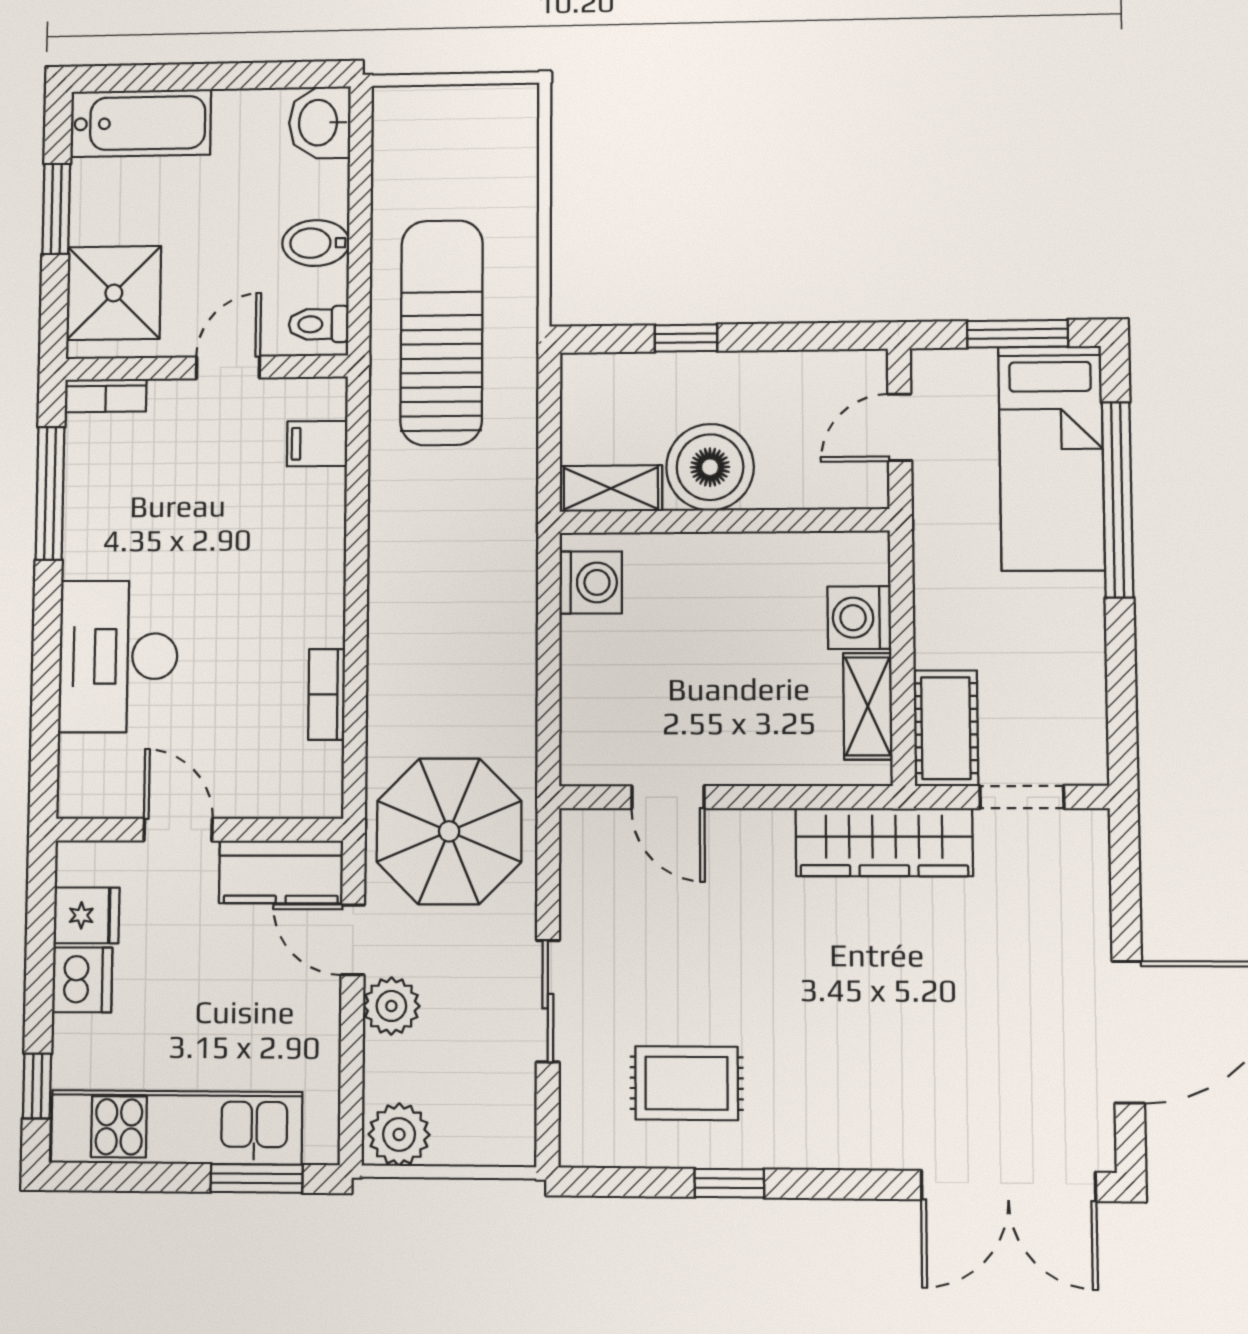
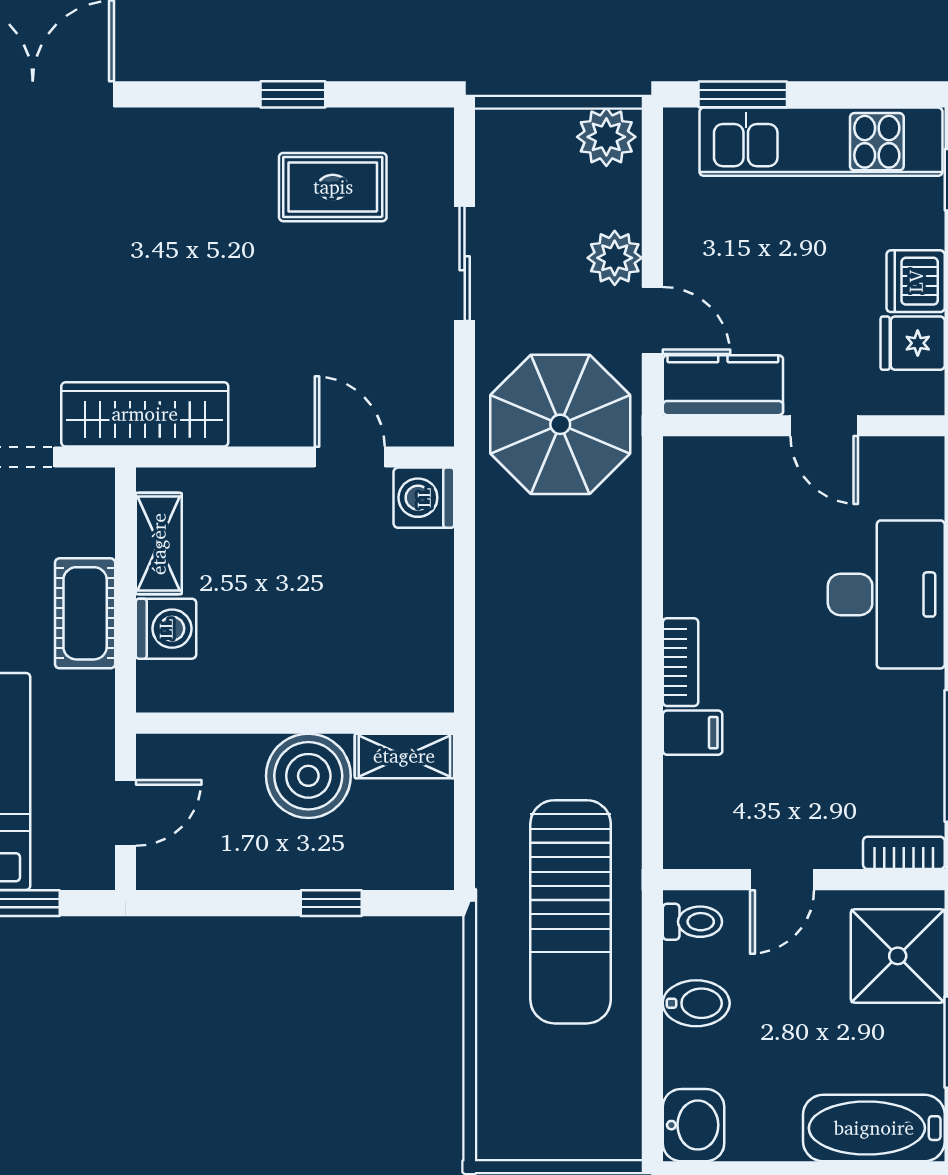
filing cabinet: (317, 444) -> (693, 733), moved
washing machine: (591, 583) -> (424, 498), moved
bookcase: (327, 694) -> (680, 662), moved
cot: (946, 728) -> (85, 613), moved

